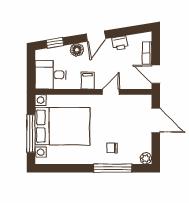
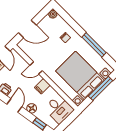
door: (96, 36) -> (14, 106), hinge flipped
door: (156, 120) -> (27, 29), swing flipped
window: (113, 168) -> (94, 45), moved

